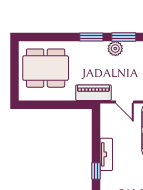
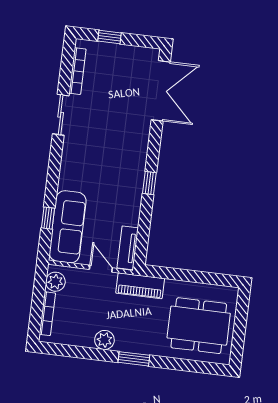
window: (124, 37) -> (92, 354), removed
tv unit: (106, 154) -> (128, 248), moved

